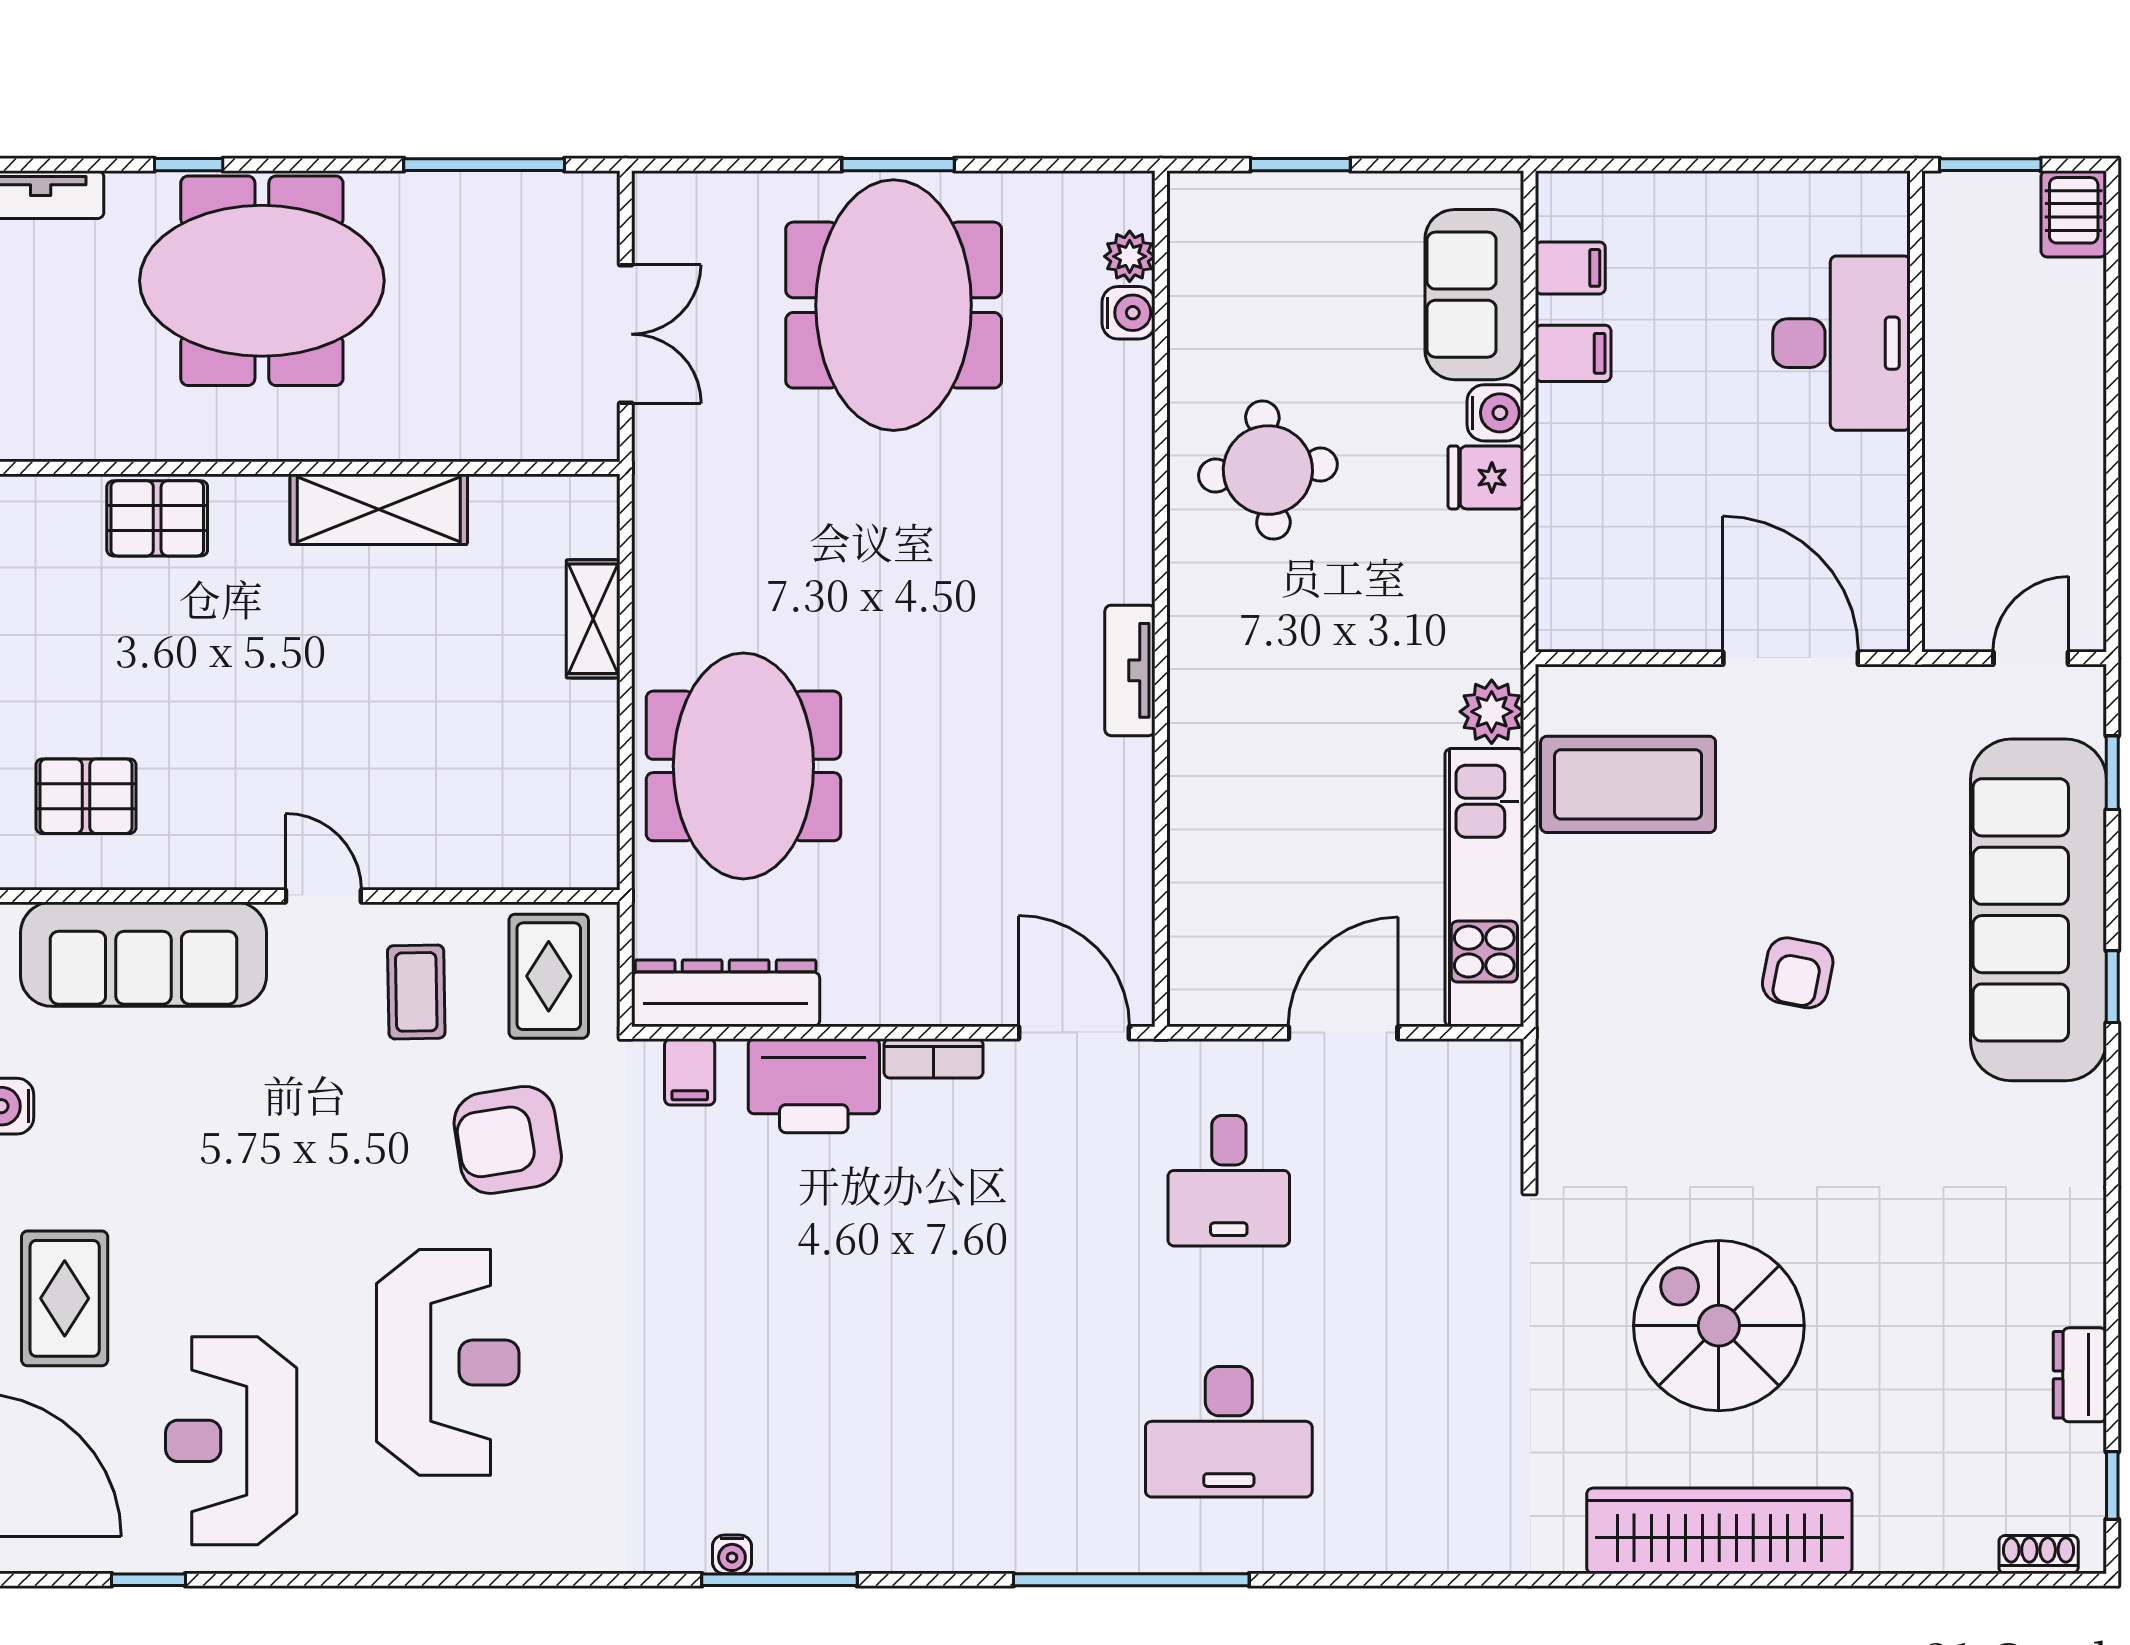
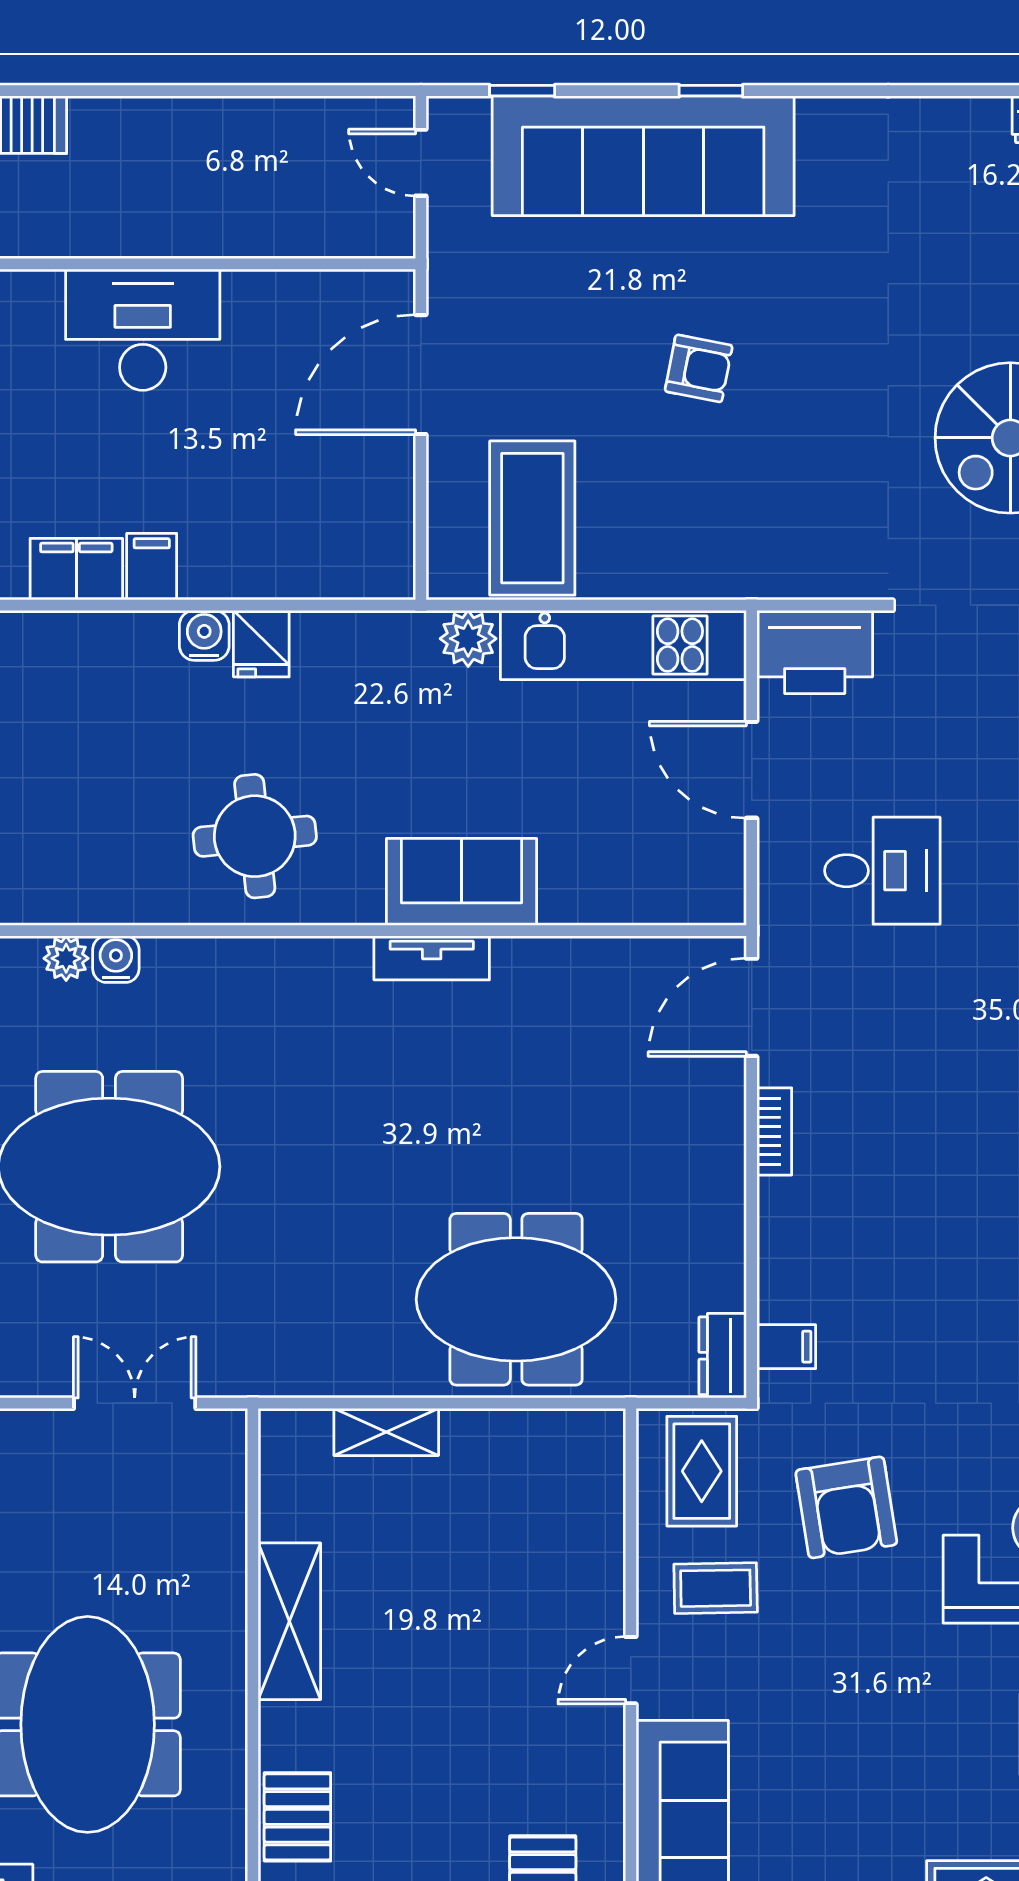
filing cabinet: (1570, 268) -> (76, 569), width x2.00
sofa: (1474, 295) -> (461, 882), moved, turned 180
rug: (549, 976) -> (702, 1471), turned 90
dresser: (726, 993) -> (723, 1356), width x0.51, depth x0.80
printer: (814, 1086) -> (815, 652), moved, turned 90

